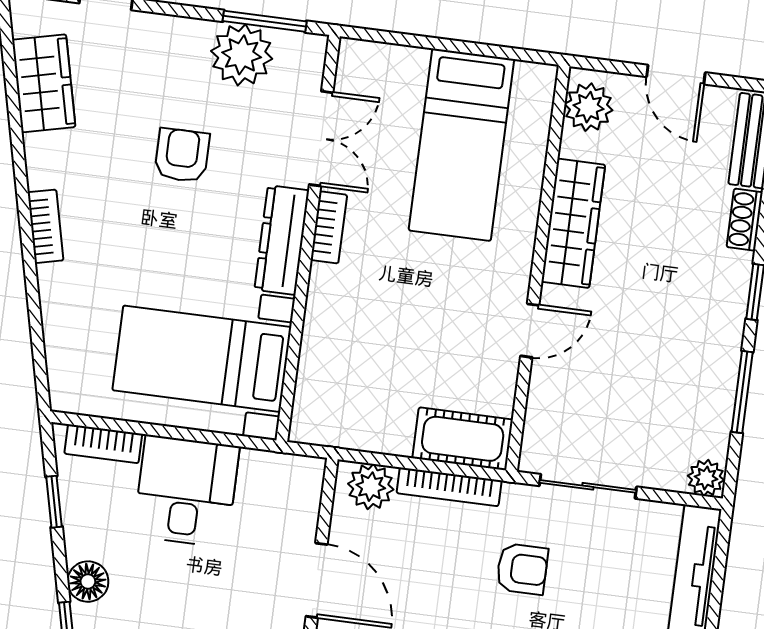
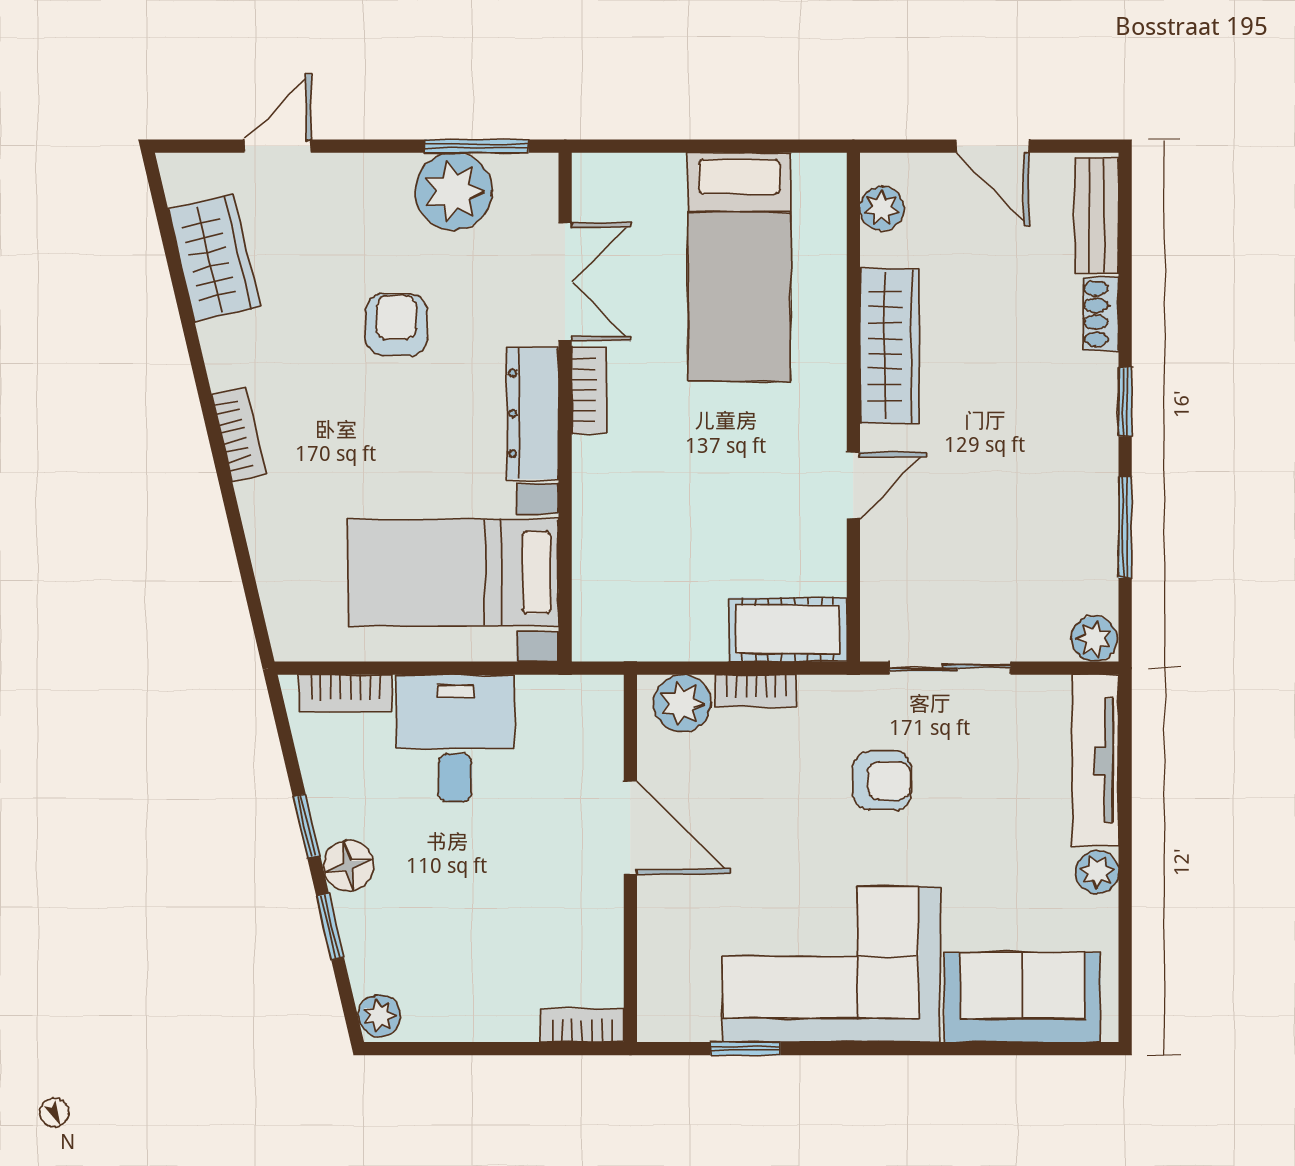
plant: (589, 107) -> (882, 208), width x0.73, depth x0.73
bookcase: (449, 487) -> (756, 691), width x0.64
window: (54, 502) -> (306, 826), moved

